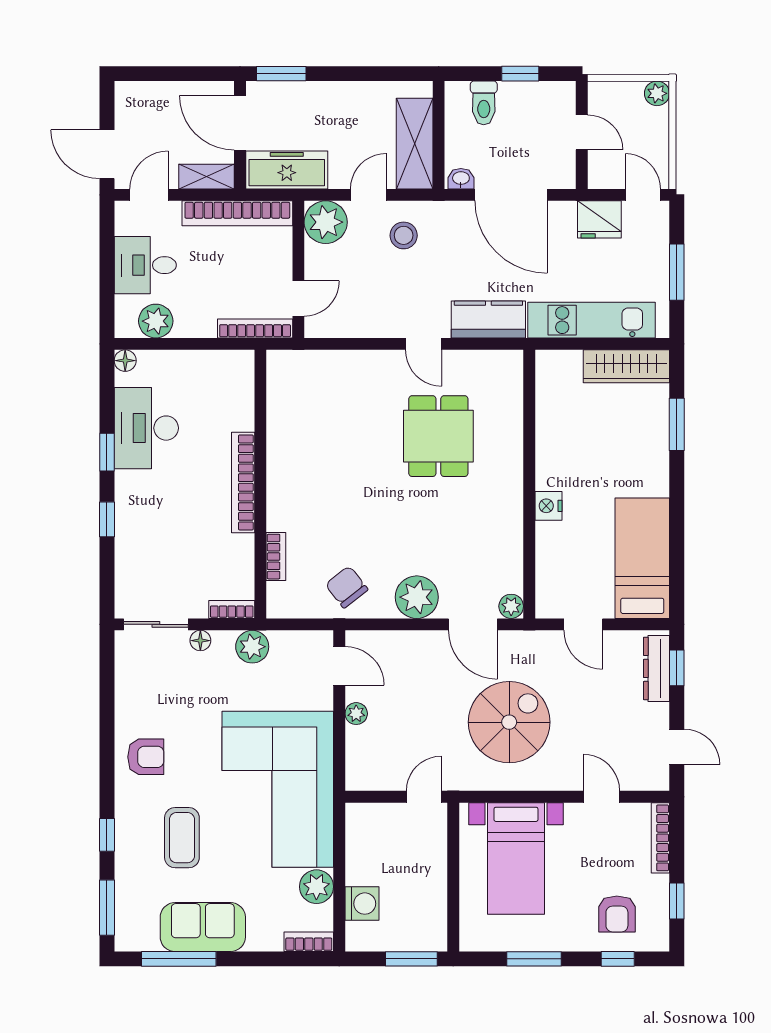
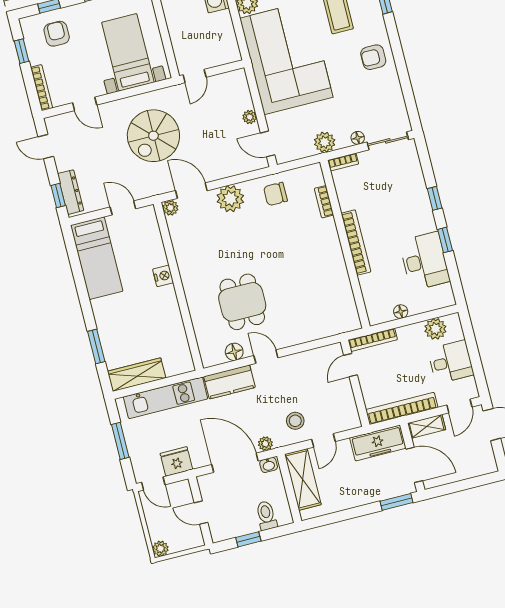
plant: (326, 222) -> (265, 444), moved, width x0.53, depth x0.53
floor lamp: (125, 361) -> (401, 312), moved
floor lamp: (470, 363) -> (234, 352), added
chair: (347, 587) -> (275, 194), turned 128

